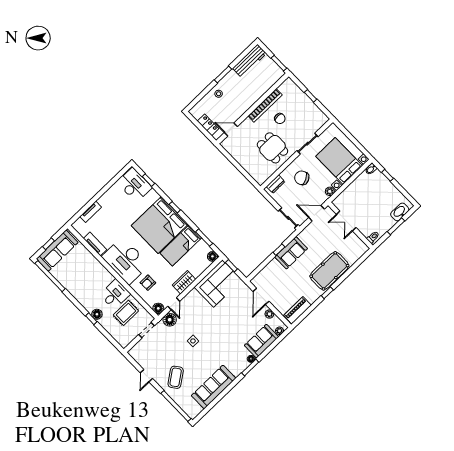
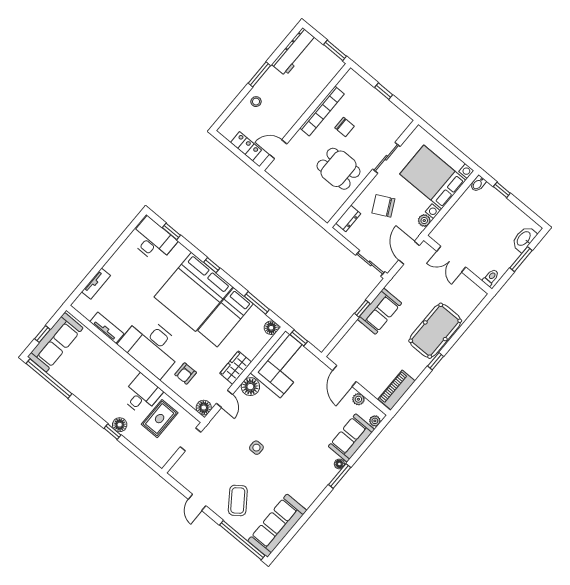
door: (317, 213) -> (409, 253), hinge flipped
floor lamp: (170, 320) -> (250, 387), moved
sofa: (214, 387) -> (277, 526), moved

